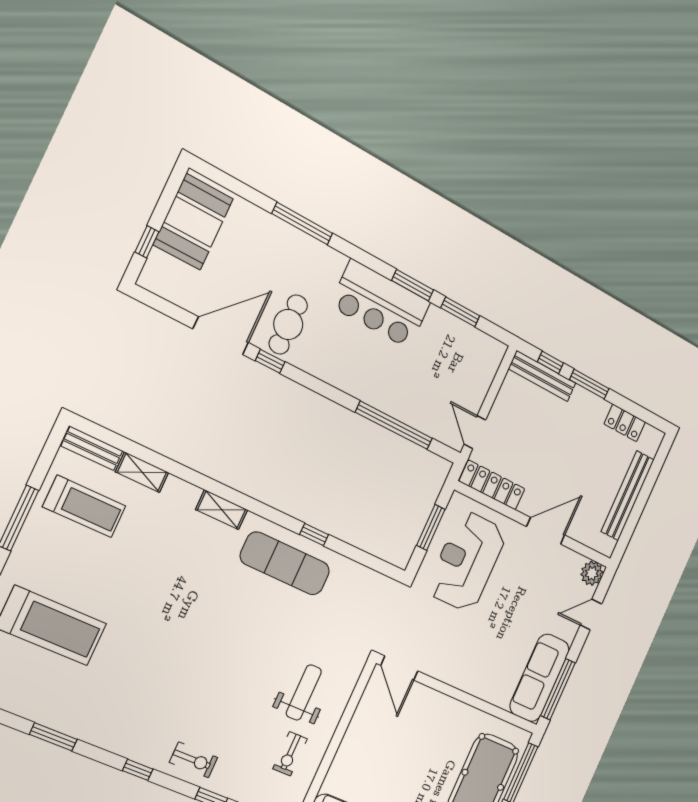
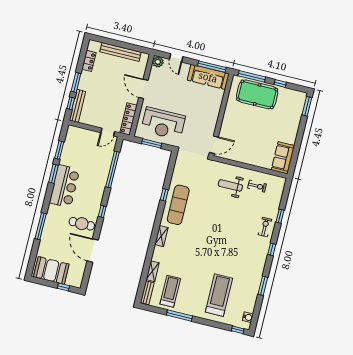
window: (270, 361) -> (102, 212), moved

